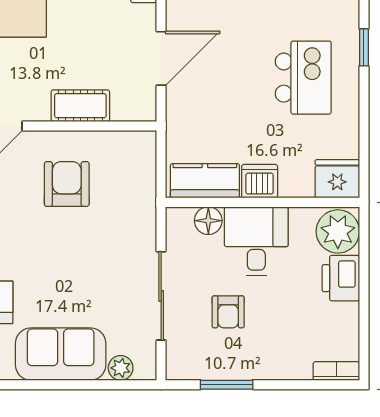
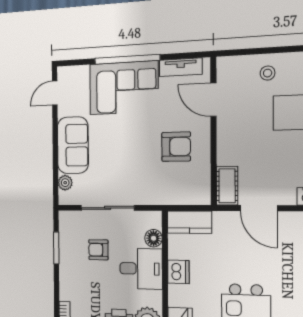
cot: (80, 106) -> (227, 186), moved
kitchen counter: (205, 181) -> (189, 222), moved, turned 90

